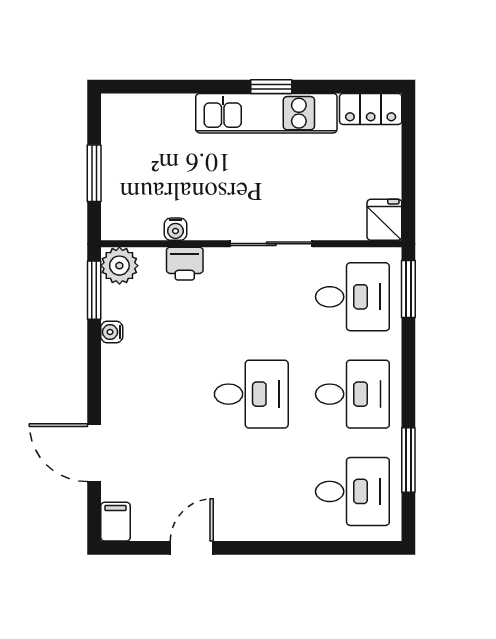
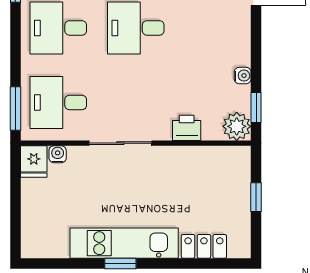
locker: (371, 109) -> (204, 246), moved
window: (94, 173) -> (256, 197), width x0.67
water cooler: (175, 229) -> (58, 154), moved
window: (94, 290) -> (256, 108), width x0.67

